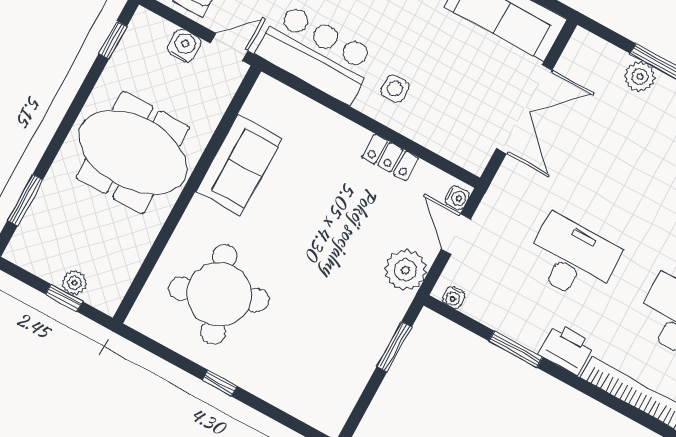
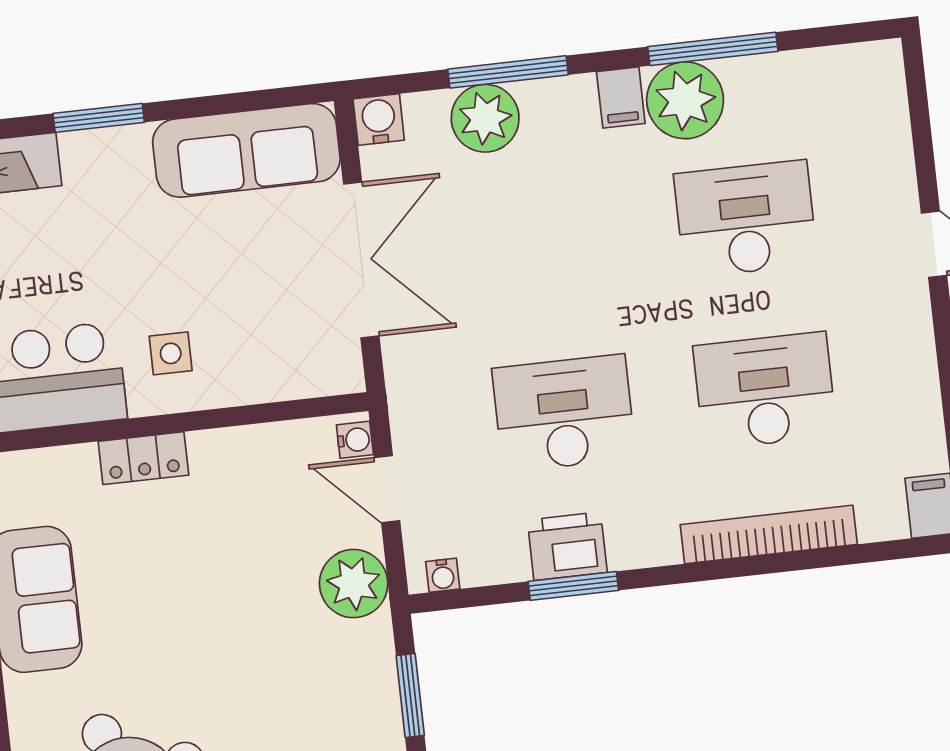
water cooler: (583, 44) -> (379, 120), added
plant: (640, 77) -> (485, 118), width x1.36, depth x1.36
locker: (390, 157) -> (143, 458), moved
printer: (567, 349) -> (567, 546), moved

